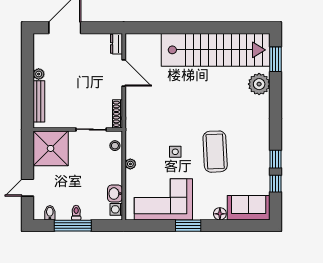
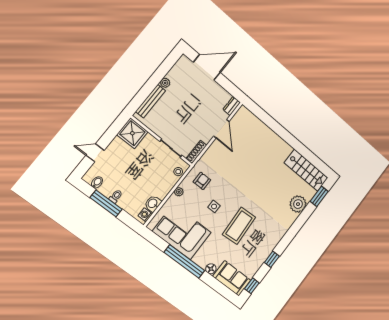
stairs: (216, 50) -> (306, 170), width x0.54, depth x0.66
armchair: (144, 137) -> (202, 181), added
shower: (51, 148) -> (132, 133), width x0.73, depth x0.73
window: (276, 184) -> (252, 286), moved
window: (188, 226) -> (184, 262), width x2.11

